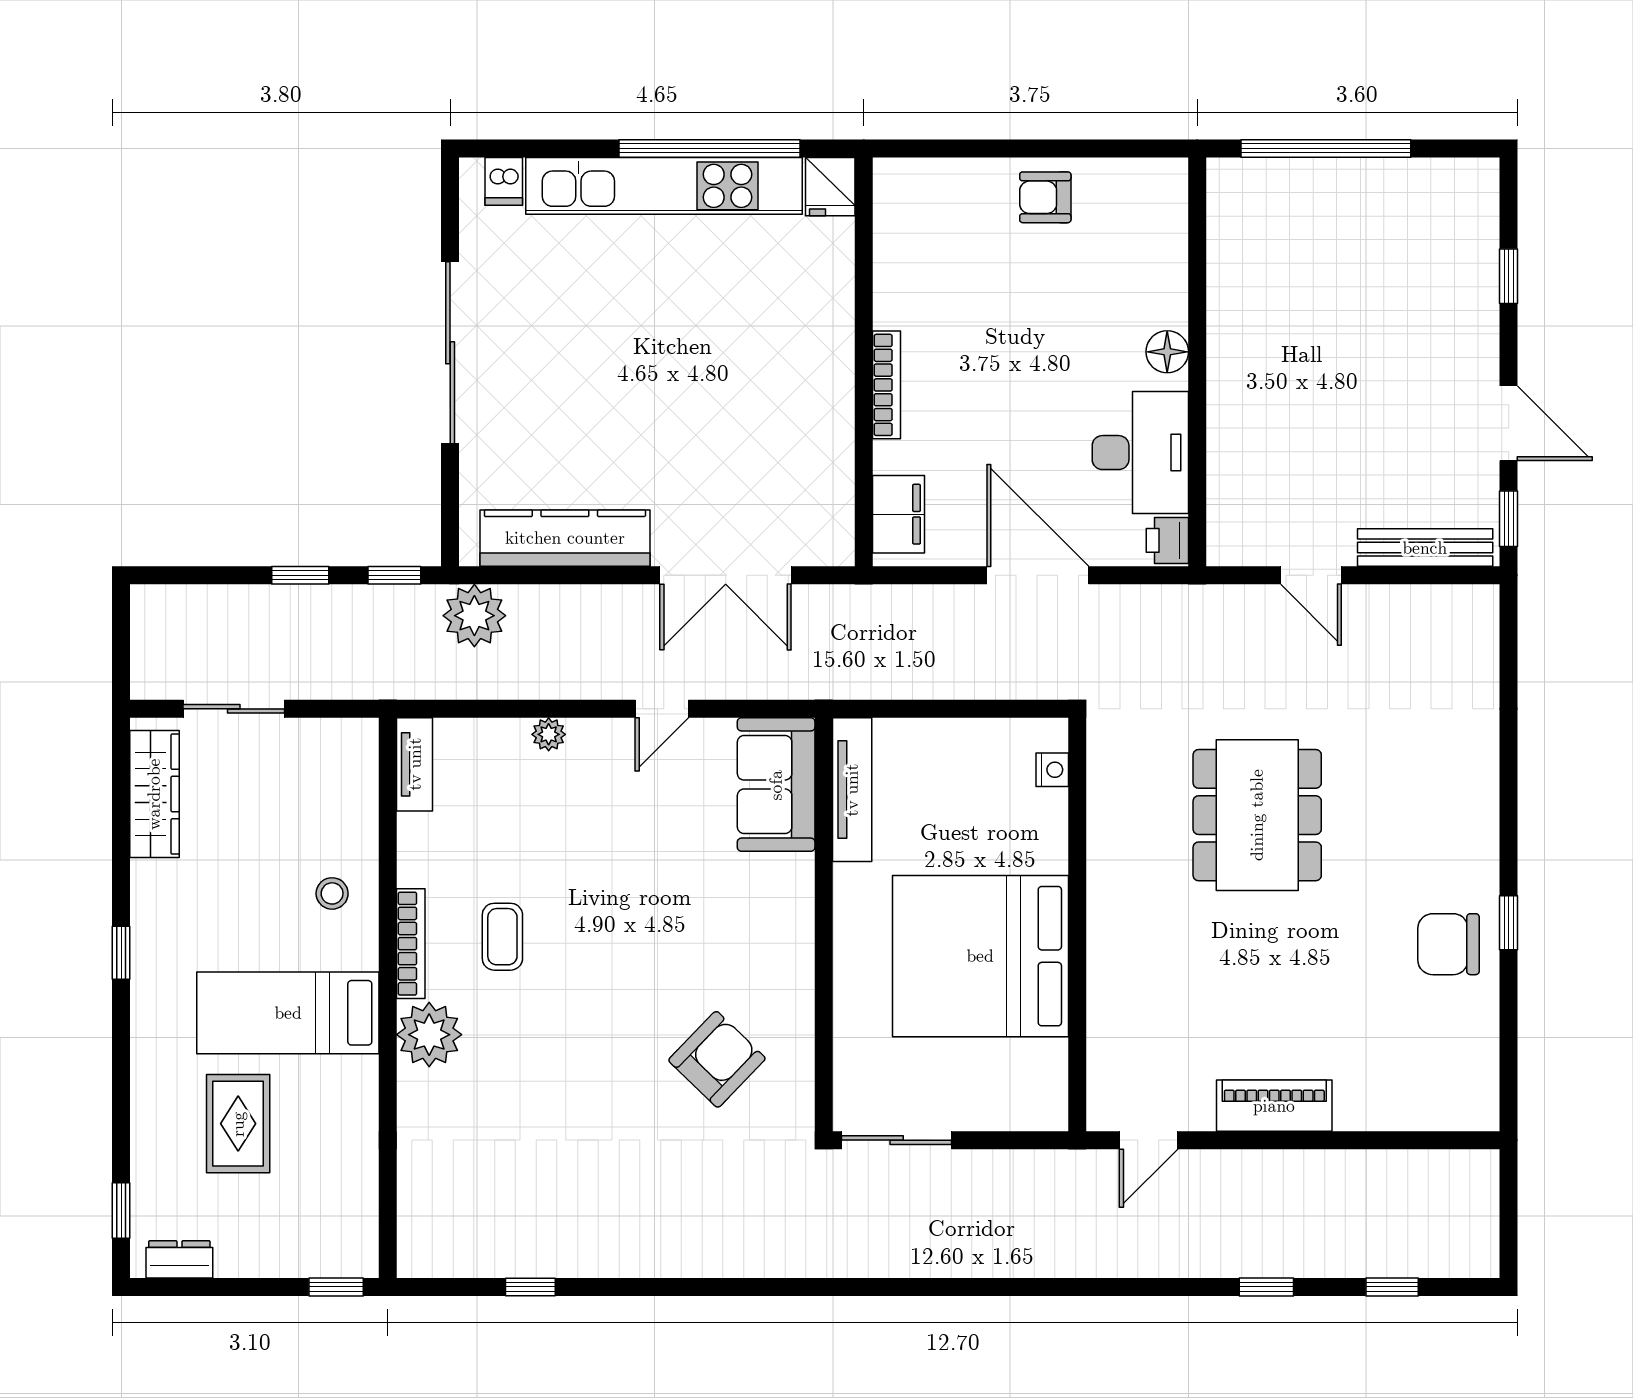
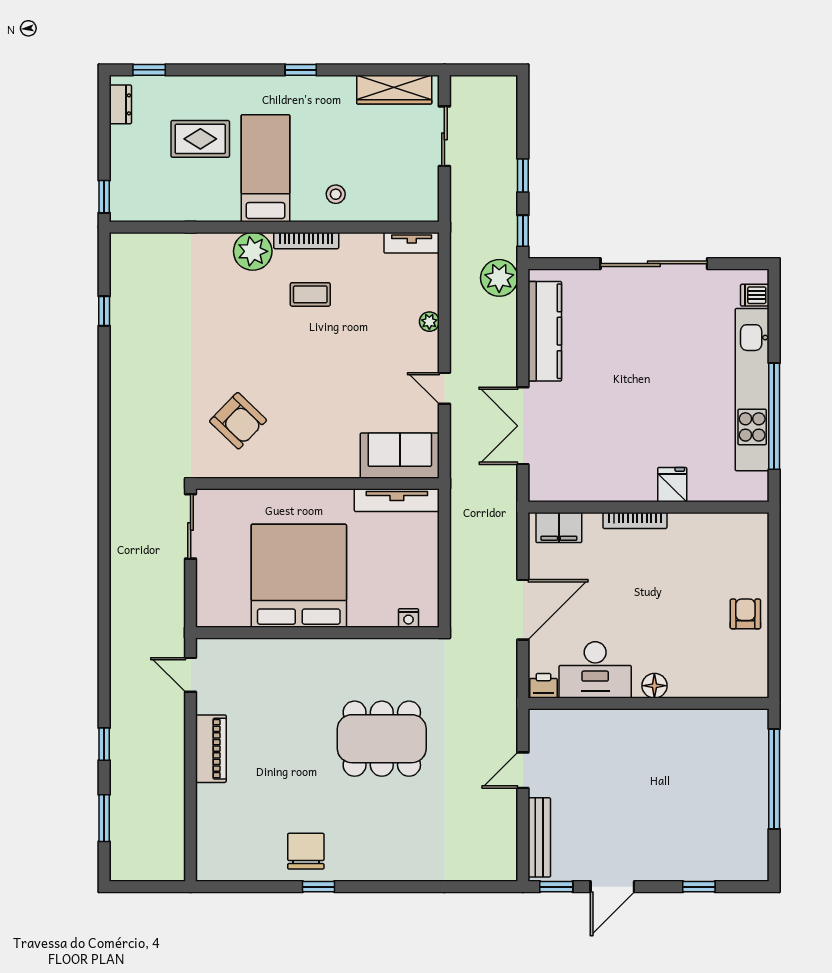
fridge: (830, 187) -> (672, 485), moved, turned 90
window: (1392, 1287) -> (104, 818), width x1.50

